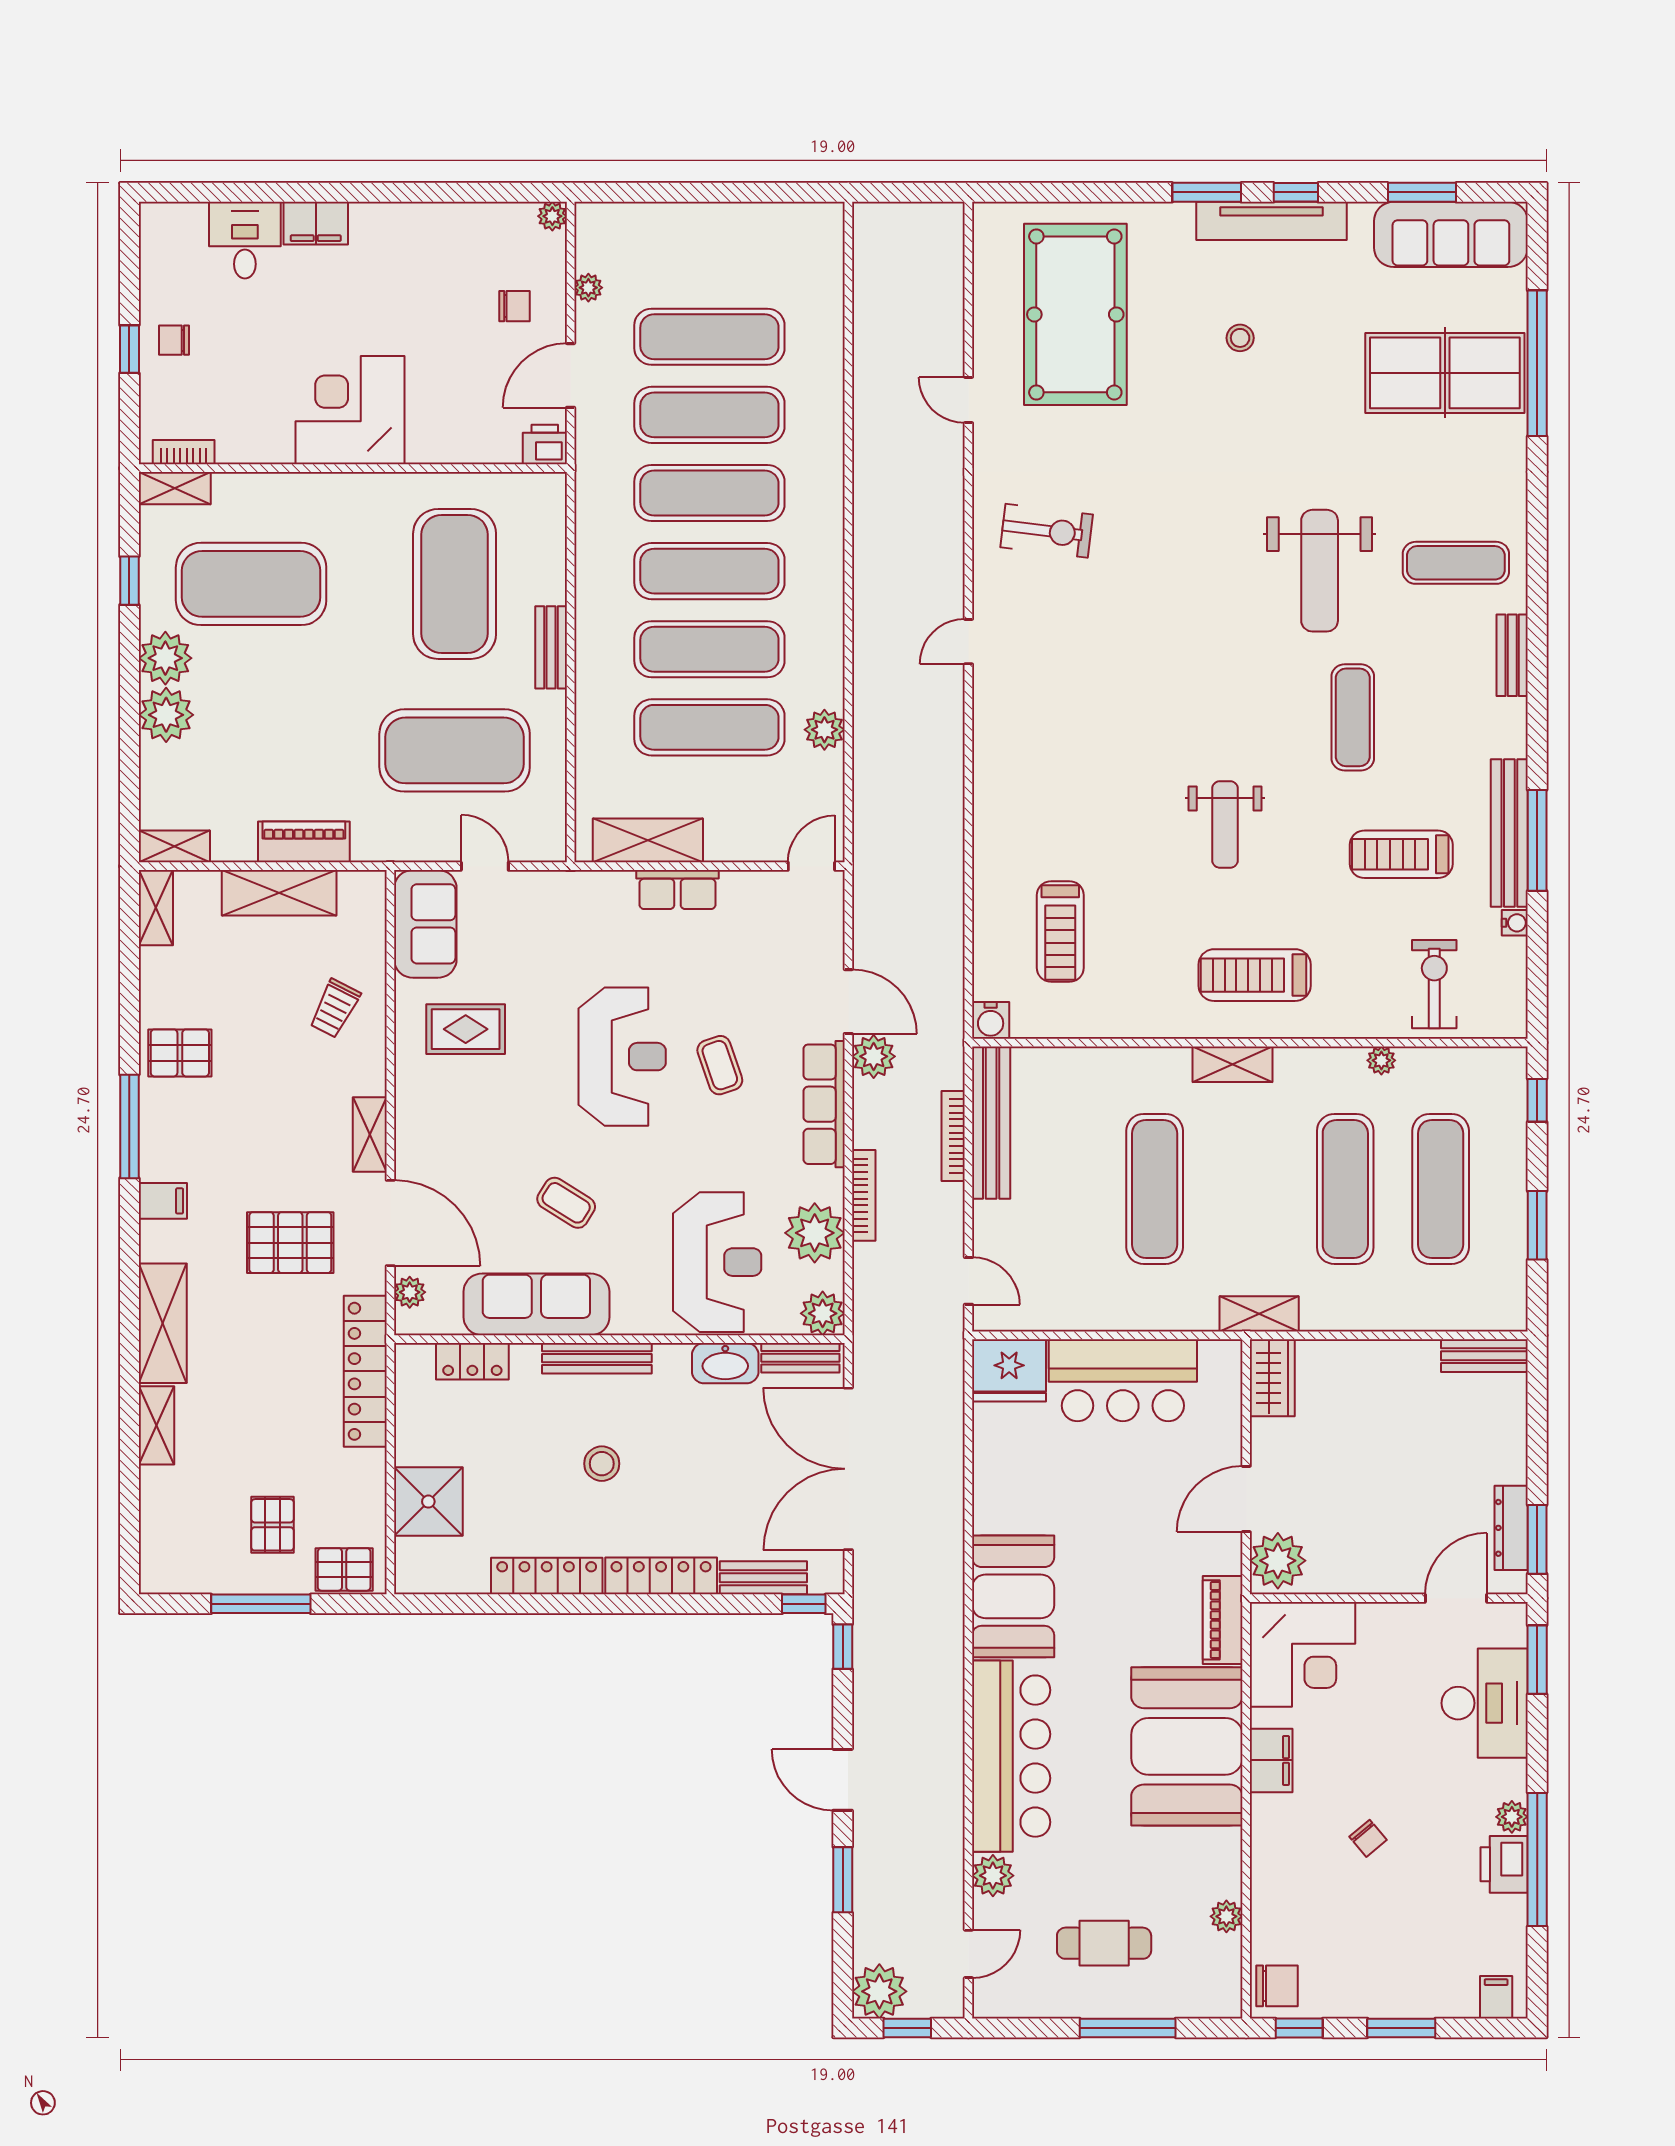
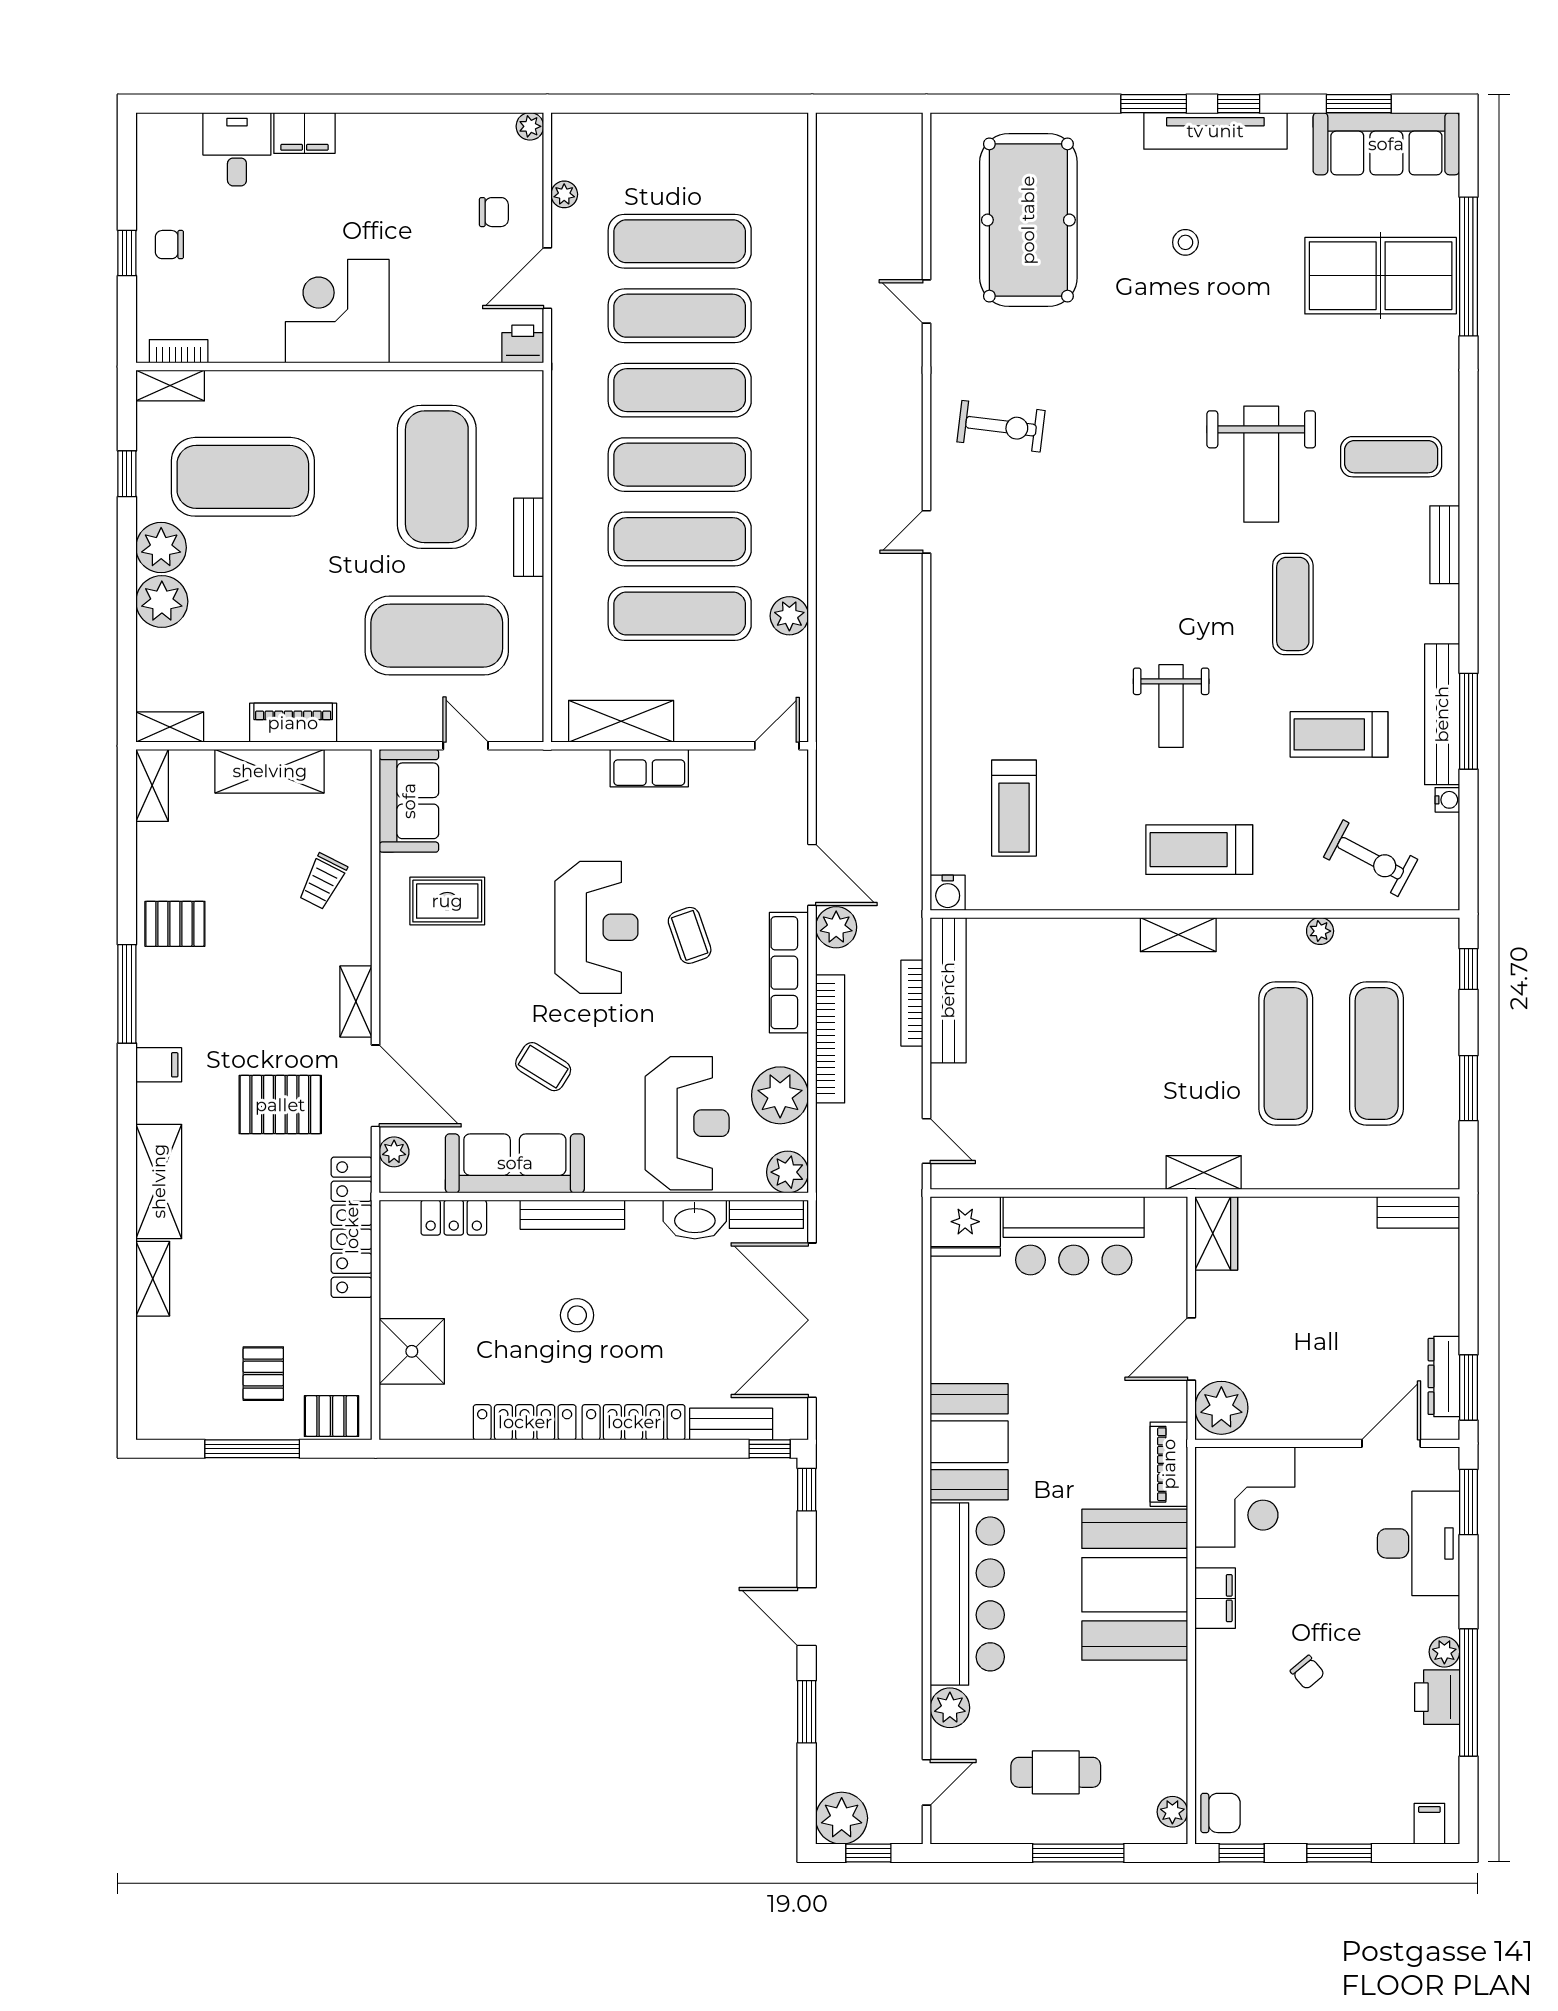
exercise bike: (1434, 984) -> (1371, 858), turned 118
exercise mat: (1155, 1189) -> (1104, 1053), removed
bookcase: (864, 1195) -> (830, 1039), width x1.48, depth x1.31
plant: (1226, 1916) -> (1172, 1812), moved

